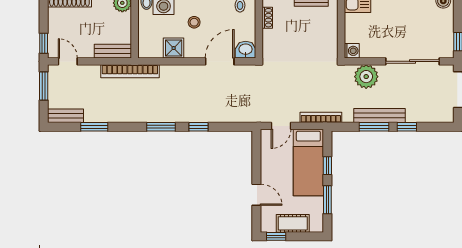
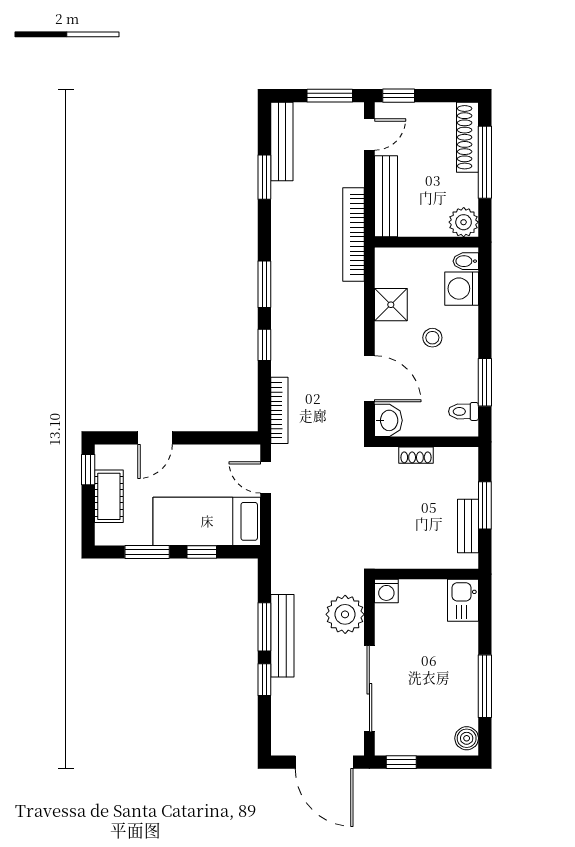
shoe rack: (267, 18) -> (416, 455), moved
bench: (113, 51) -> (386, 196), width x1.36
bench: (66, 116) -> (282, 141), width x1.36
bookcase: (321, 117) -> (279, 410), moved

